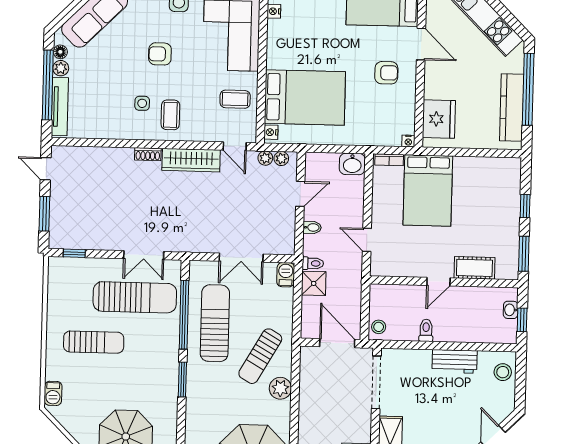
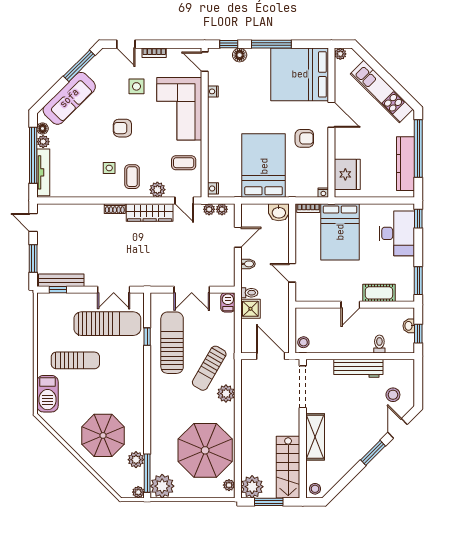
bed: (305, 98) -> (264, 166), moved, turned -90
plant: (202, 132) -> (157, 190), added
desk: (499, 194) -> (397, 233), added
window: (525, 206) -> (418, 219), moved
bench: (79, 242) -> (61, 280), added
window: (184, 315) -> (147, 337), width x0.32
toilet: (426, 330) -> (379, 344), moved
workbench: (455, 361) -> (358, 368), width x1.38
stool: (503, 372) -> (393, 395), moved
window: (182, 379) -> (147, 388), removed
barbecue: (53, 393) -> (48, 394), width x1.88, depth x1.53

